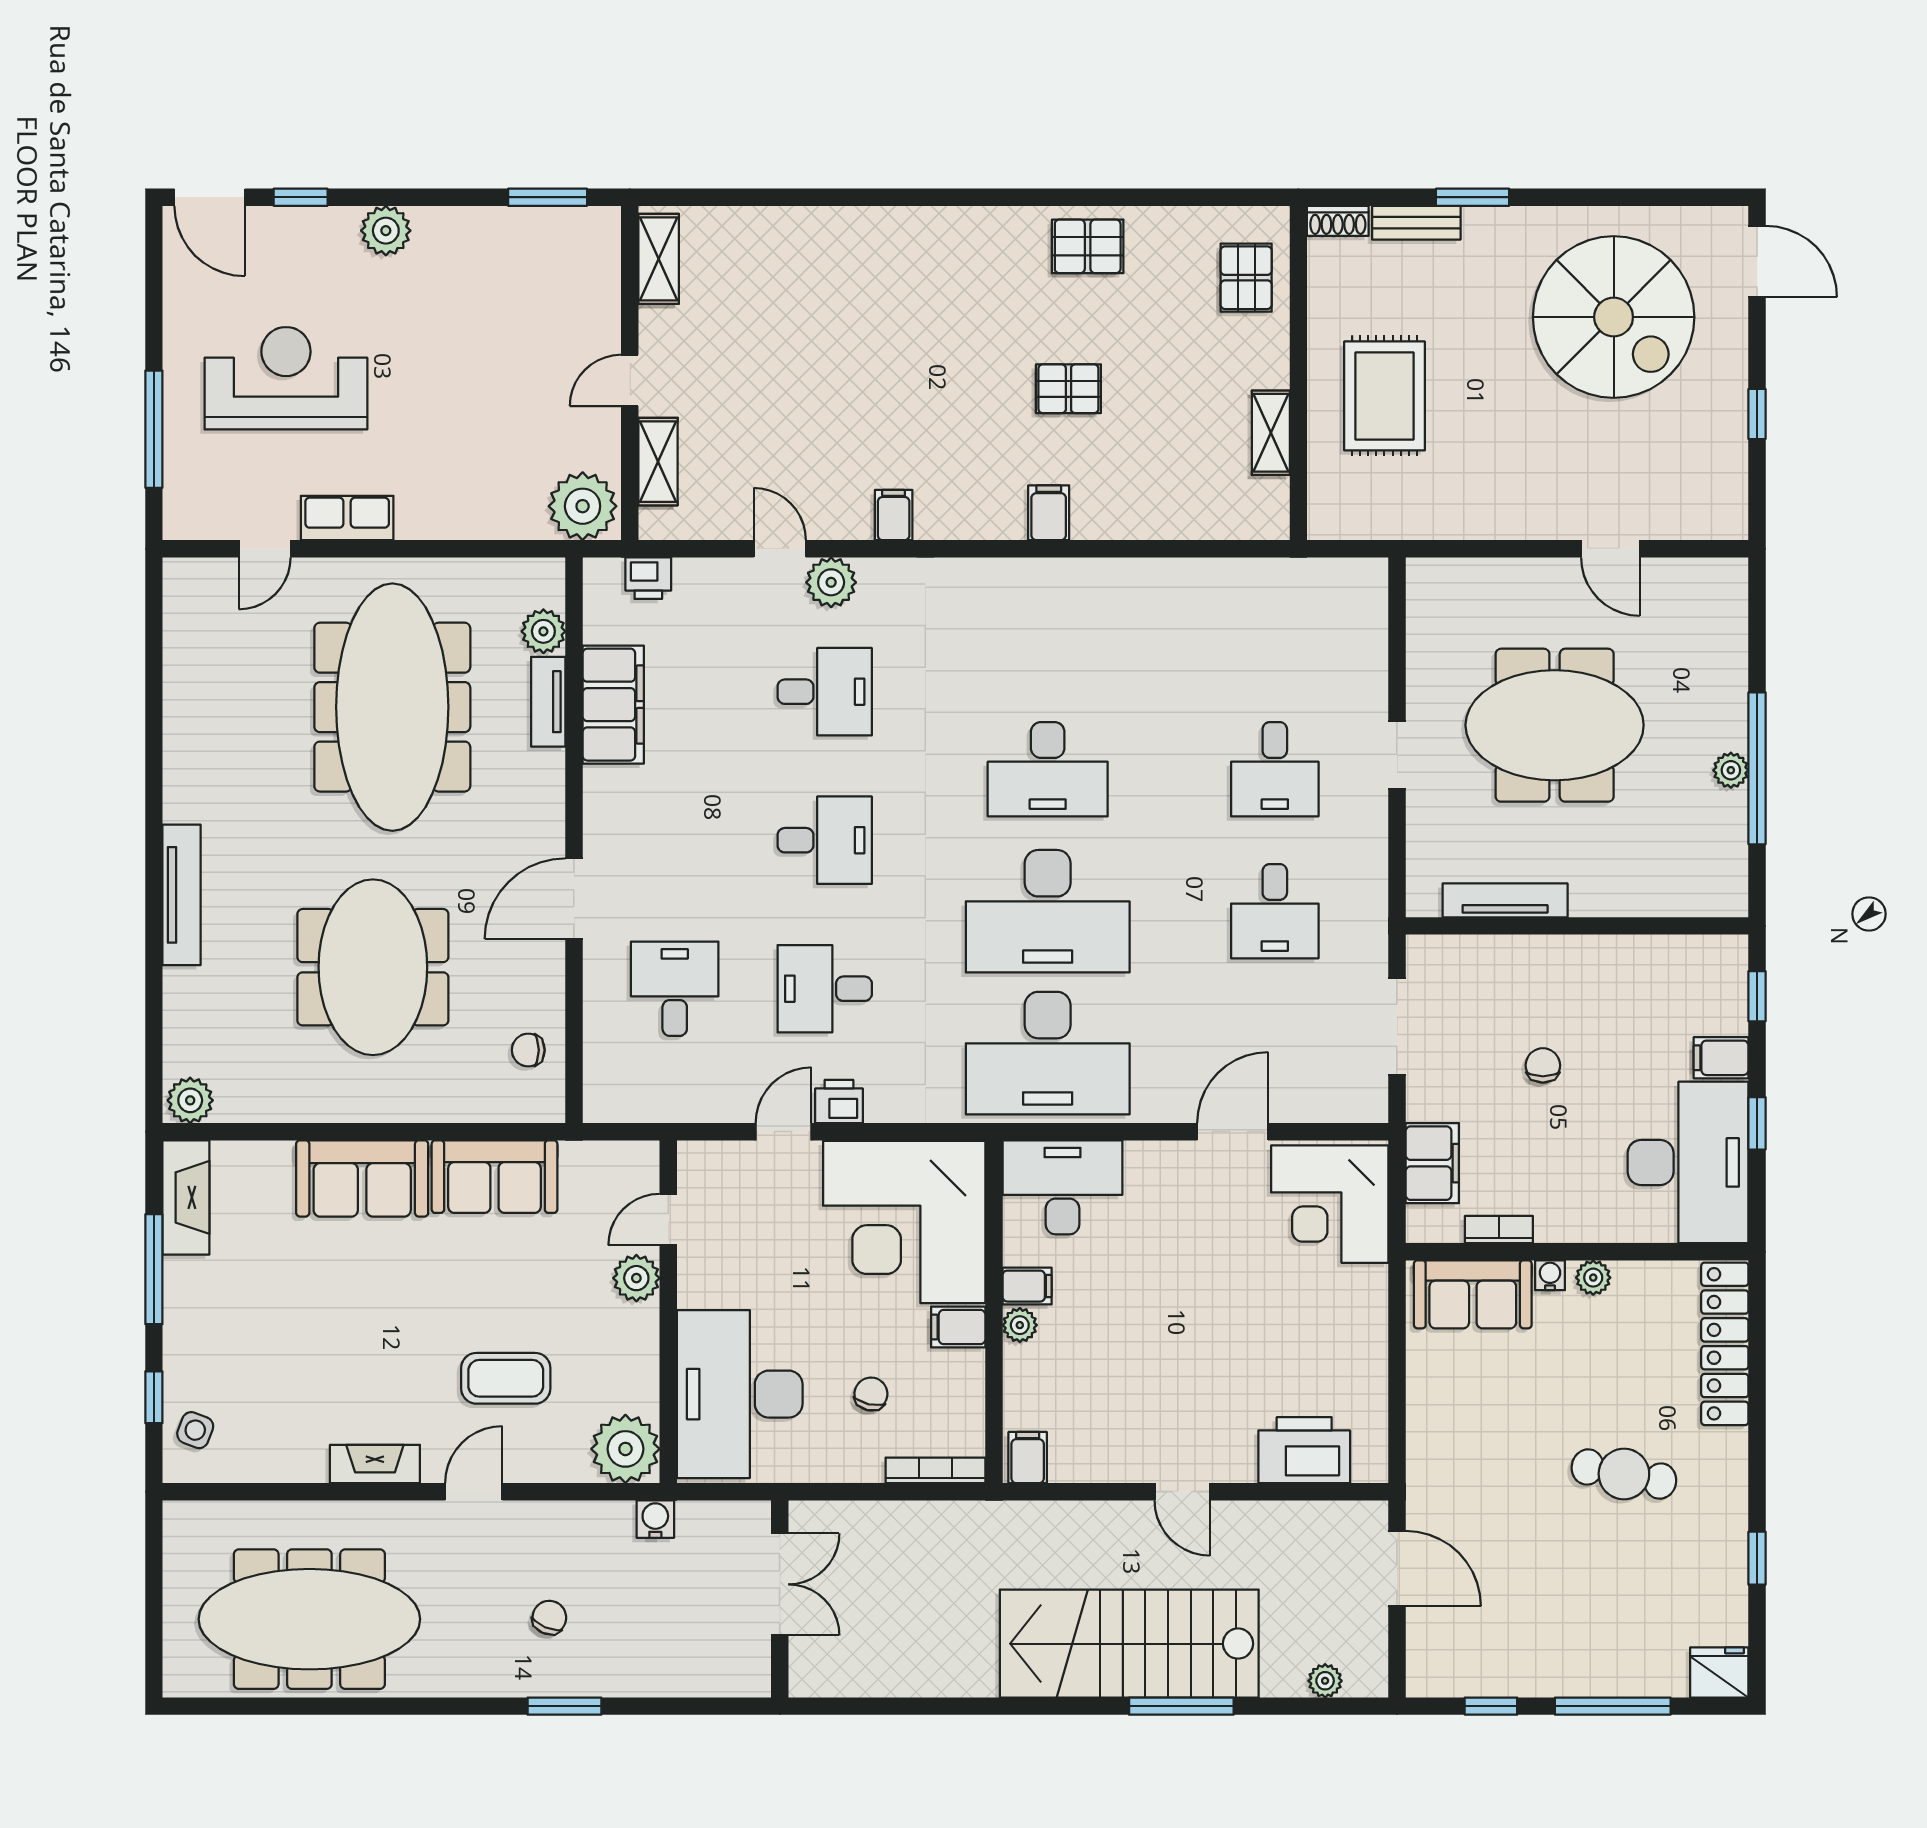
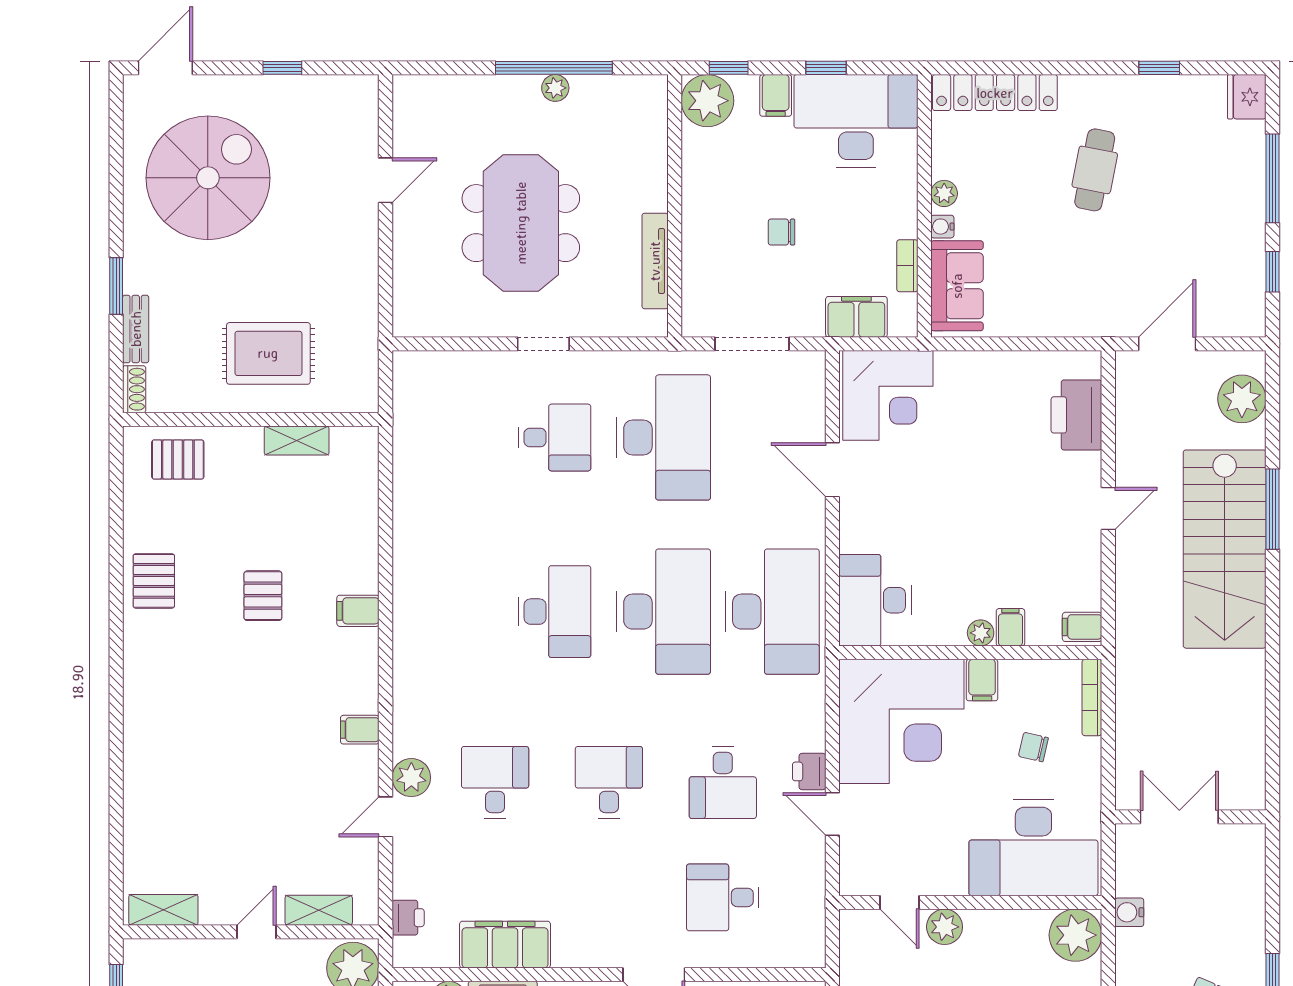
door: (630, 380) -> (257, 932), swing flipped
desk: (1275, 911) -> (663, 437), width x1.87, depth x1.30
plant: (1714, 969) -> (707, 101), added
filing cabinet: (1027, 1286) -> (1010, 627), moved
plant: (1325, 1681) -> (1242, 399), width x1.88, depth x1.88

